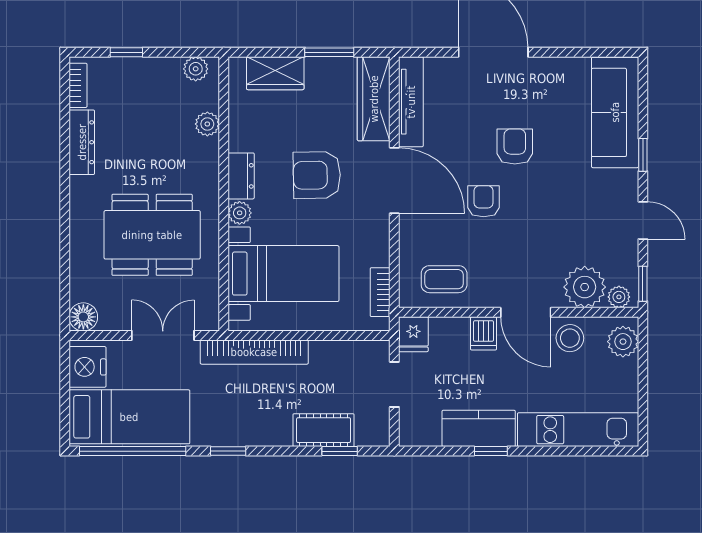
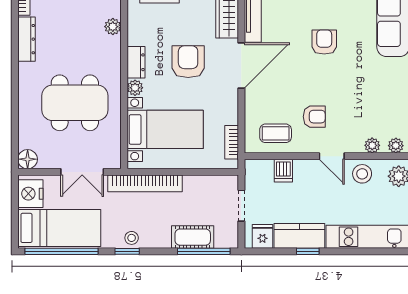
armchair: (317, 175) -> (188, 62), turned 91
door: (394, 181) -> (241, 65), hinge flipped
armchair: (484, 201) -> (314, 117), moved, turned 90
plant: (585, 287) -> (372, 145), width x0.53, depth x0.53
door: (526, 312) -> (332, 156), width x0.73
dishwasher: (483, 333) -> (283, 171), moved
fridge: (413, 334) -> (262, 236), moved, turned 180
double door: (163, 335) -> (82, 172), swing flipped
stool: (235, 431) -> (132, 238), added
window: (340, 451) -> (204, 251), width x2.17

